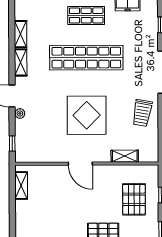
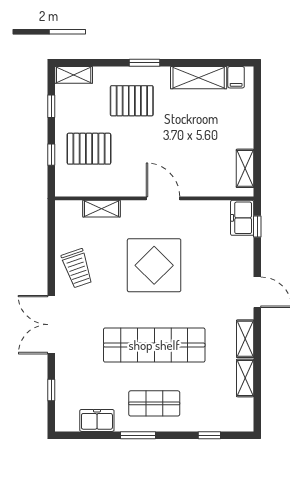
plant: (20, 113) -> (246, 268), removed
trolley: (142, 113) -> (77, 268), turned 151
freezer: (23, 150) -> (242, 218), added
pallet: (134, 199) -> (89, 149), turned 90

